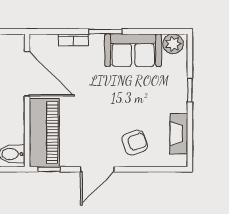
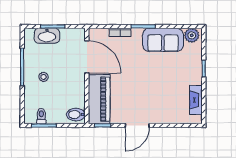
armchair: (135, 143) -> (164, 106), removed

